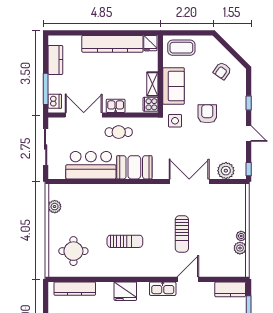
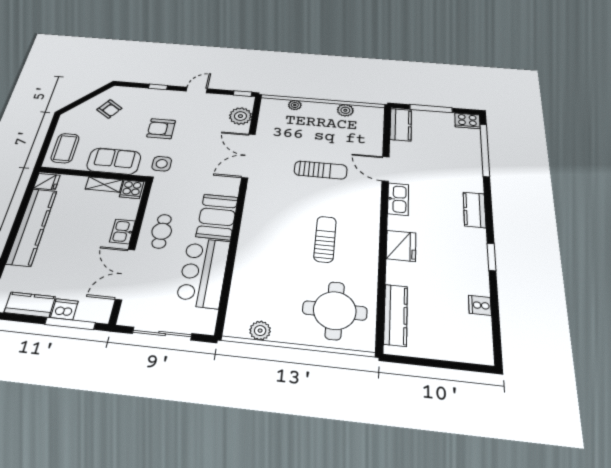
dishwasher: (55, 101) -> (64, 309), moved
plant: (241, 236) -> (295, 105), moved
round table: (73, 251) -> (335, 310), width x1.36, depth x1.36

